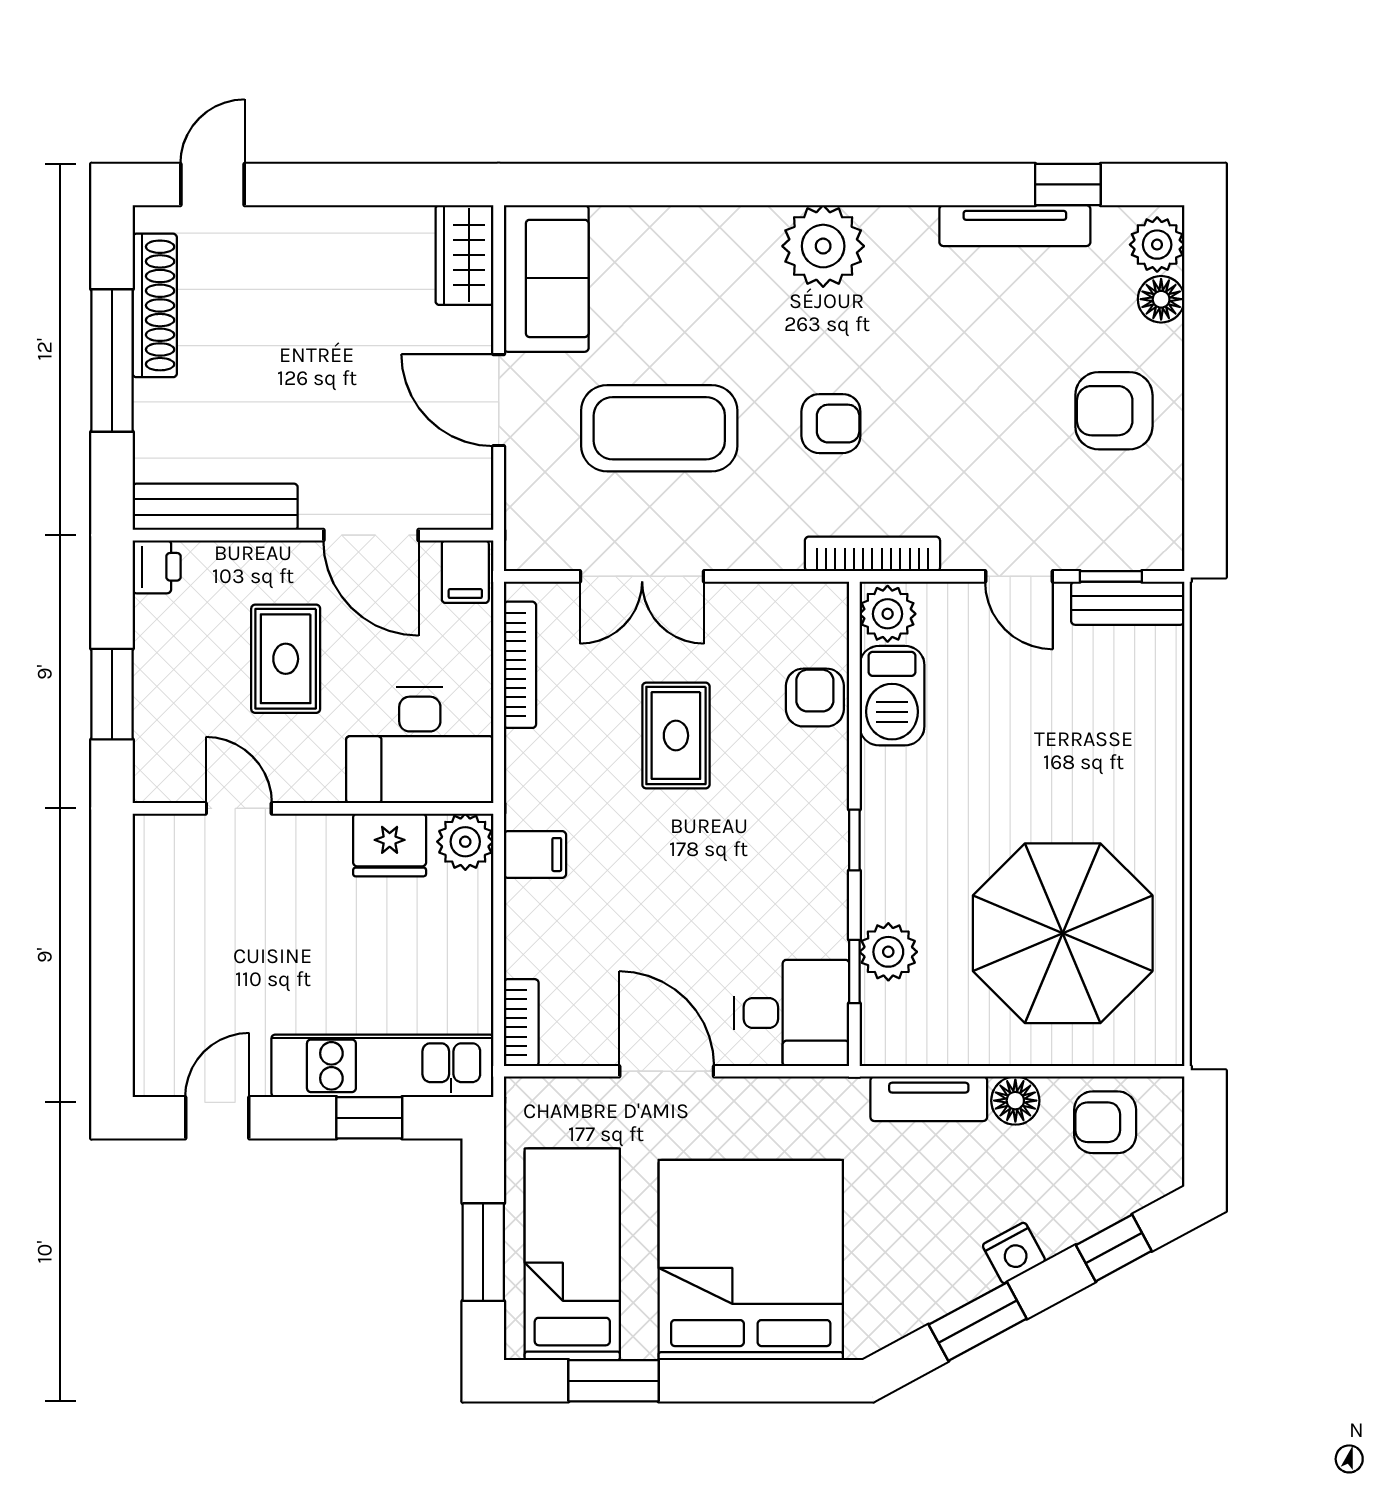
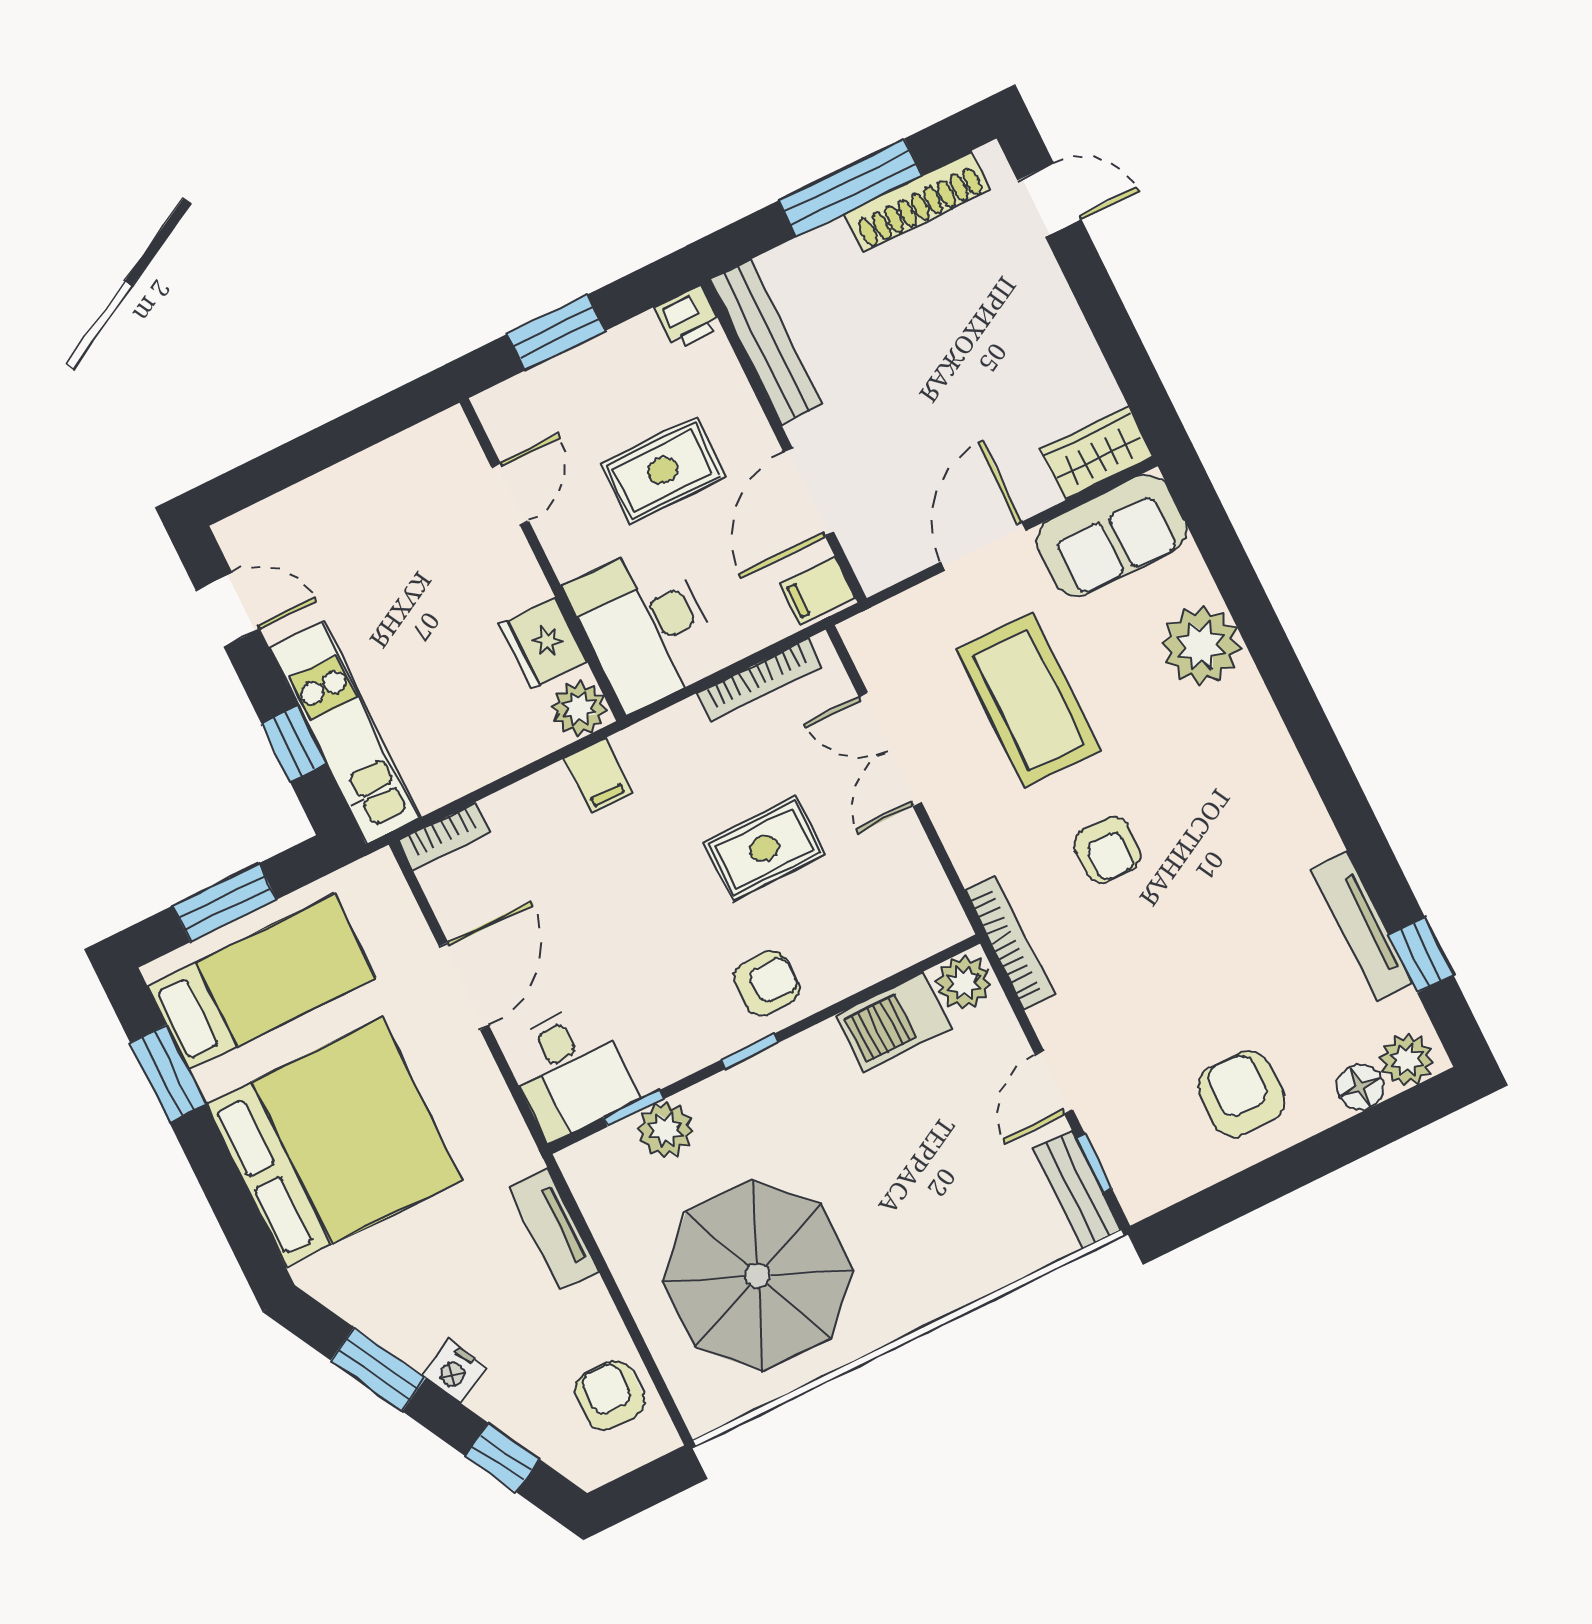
plant: (823, 246) -> (1201, 646), moved
armchair: (815, 698) -> (767, 983), moved
floor lamp: (1015, 1101) -> (590, 1307), removed

